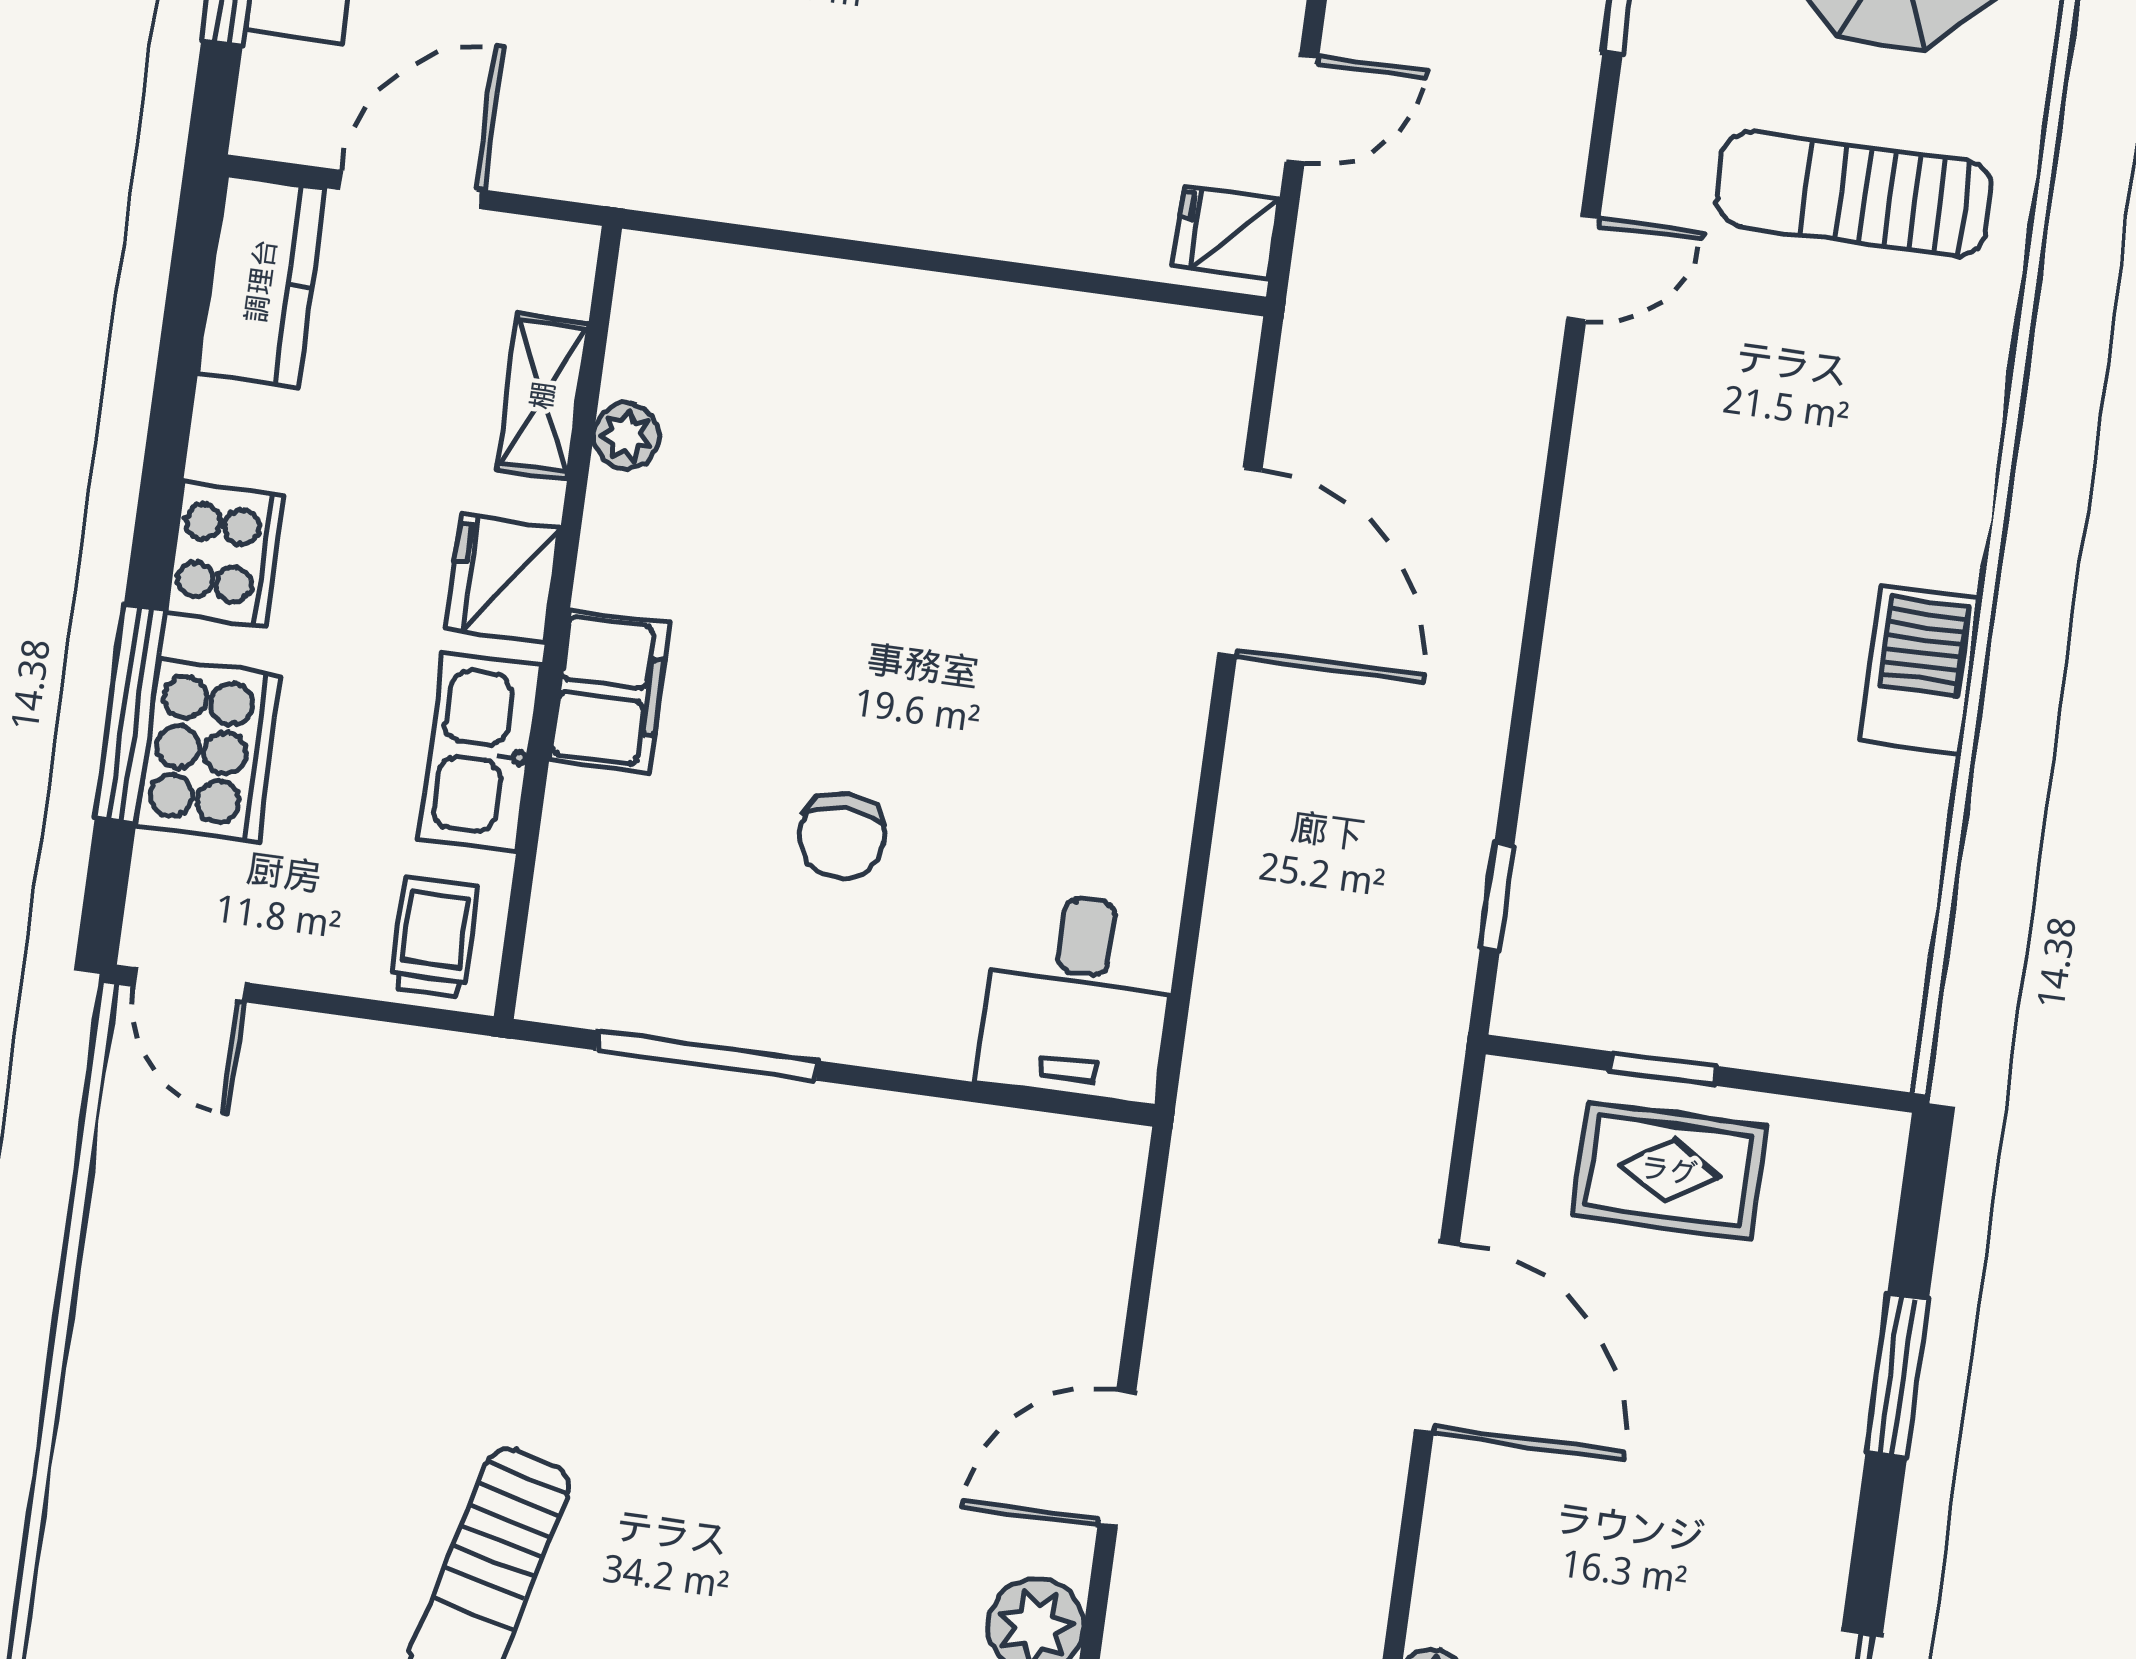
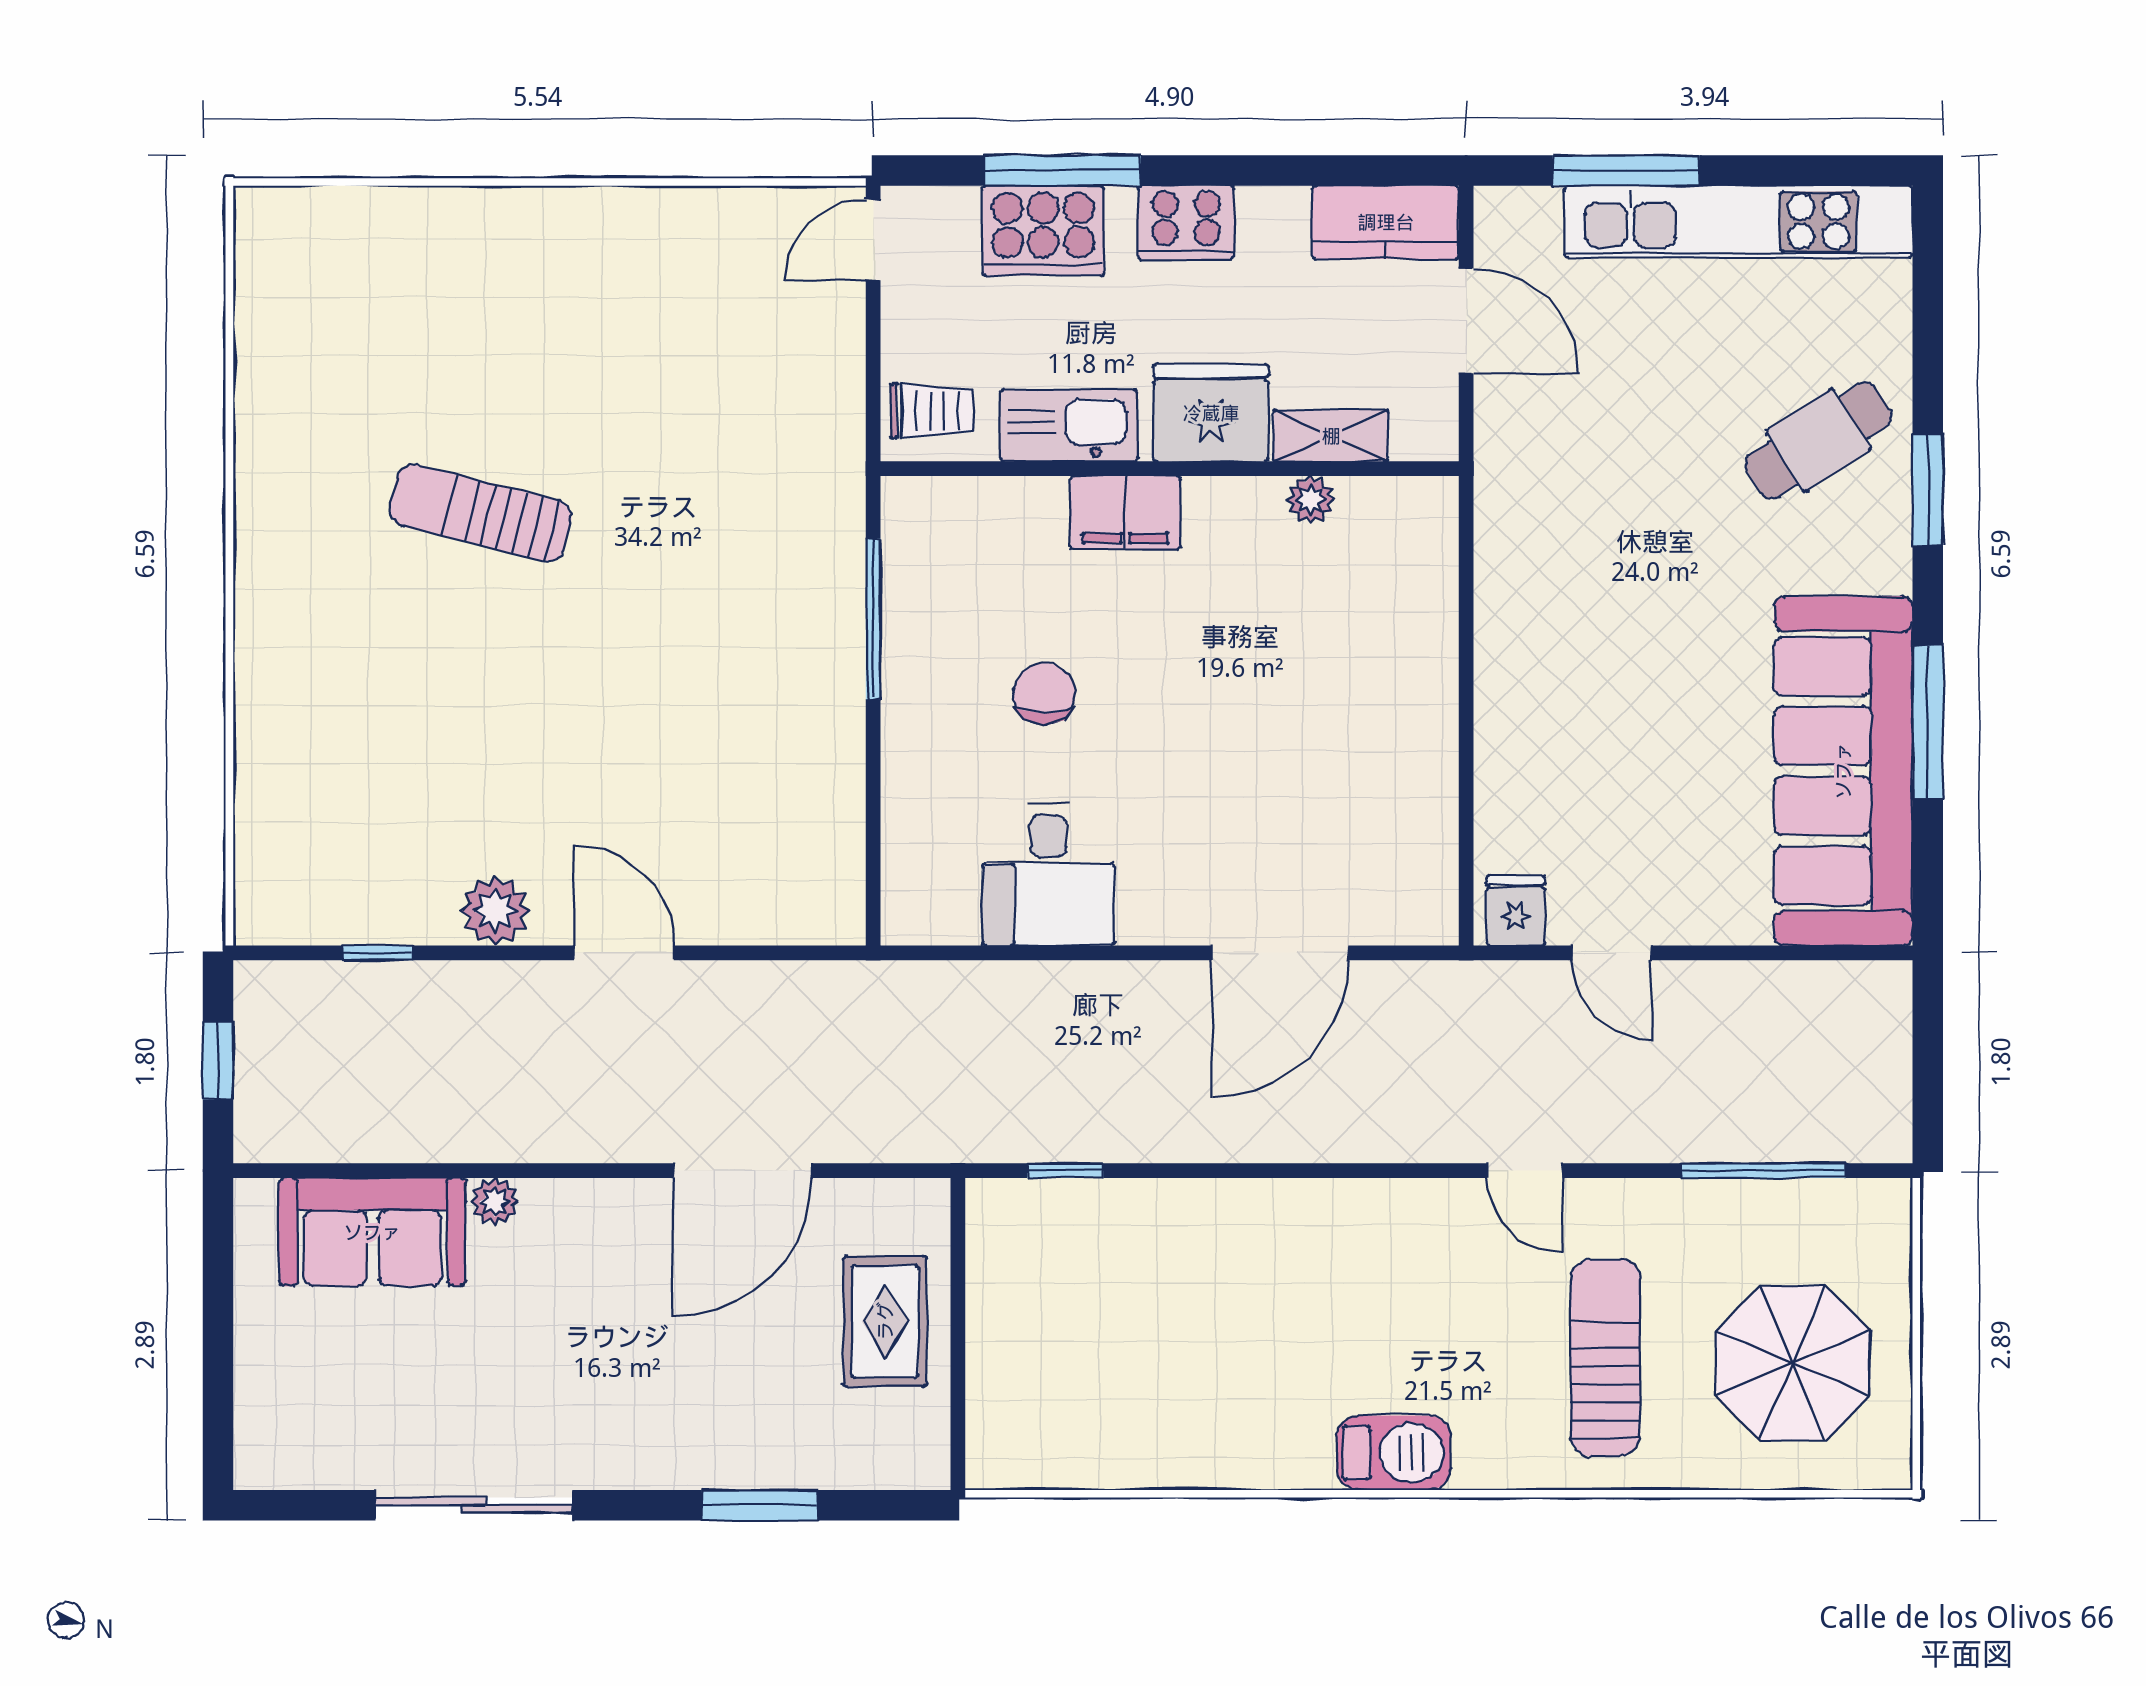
fridge: (503, 579) -> (1211, 413), width x1.36, depth x1.34
barbecue: (1921, 670) -> (1393, 1453), moved
chair: (842, 836) -> (1044, 694), turned 90
desk: (1078, 997) -> (1048, 874), moved, turned -90
window: (1663, 1069) -> (958, 1307), removed

